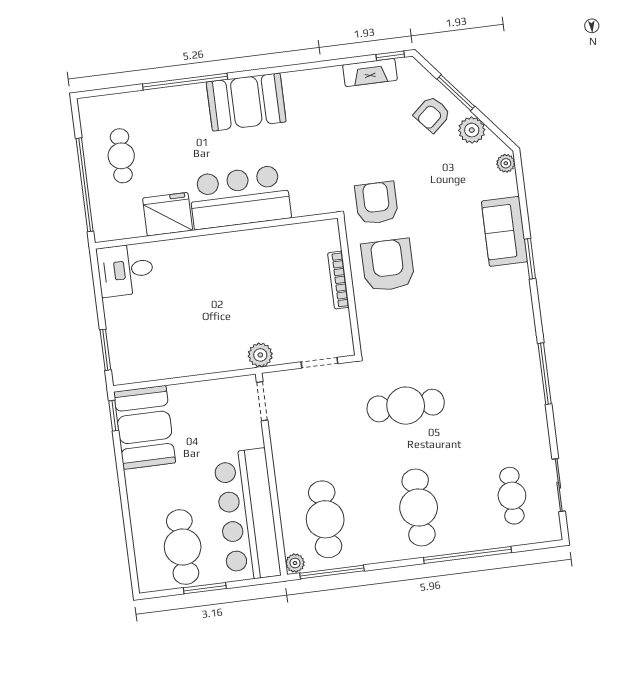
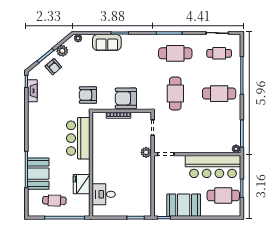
booth: (246, 102) -> (38, 174), moved
bar counter: (240, 197) -> (78, 138), moved
armchair: (388, 265) -> (126, 98), moved
desk: (125, 270) -> (104, 194), moved, turned 90
booth: (145, 427) -> (184, 205), moved
cafe table: (325, 519) -> (175, 53), moved

